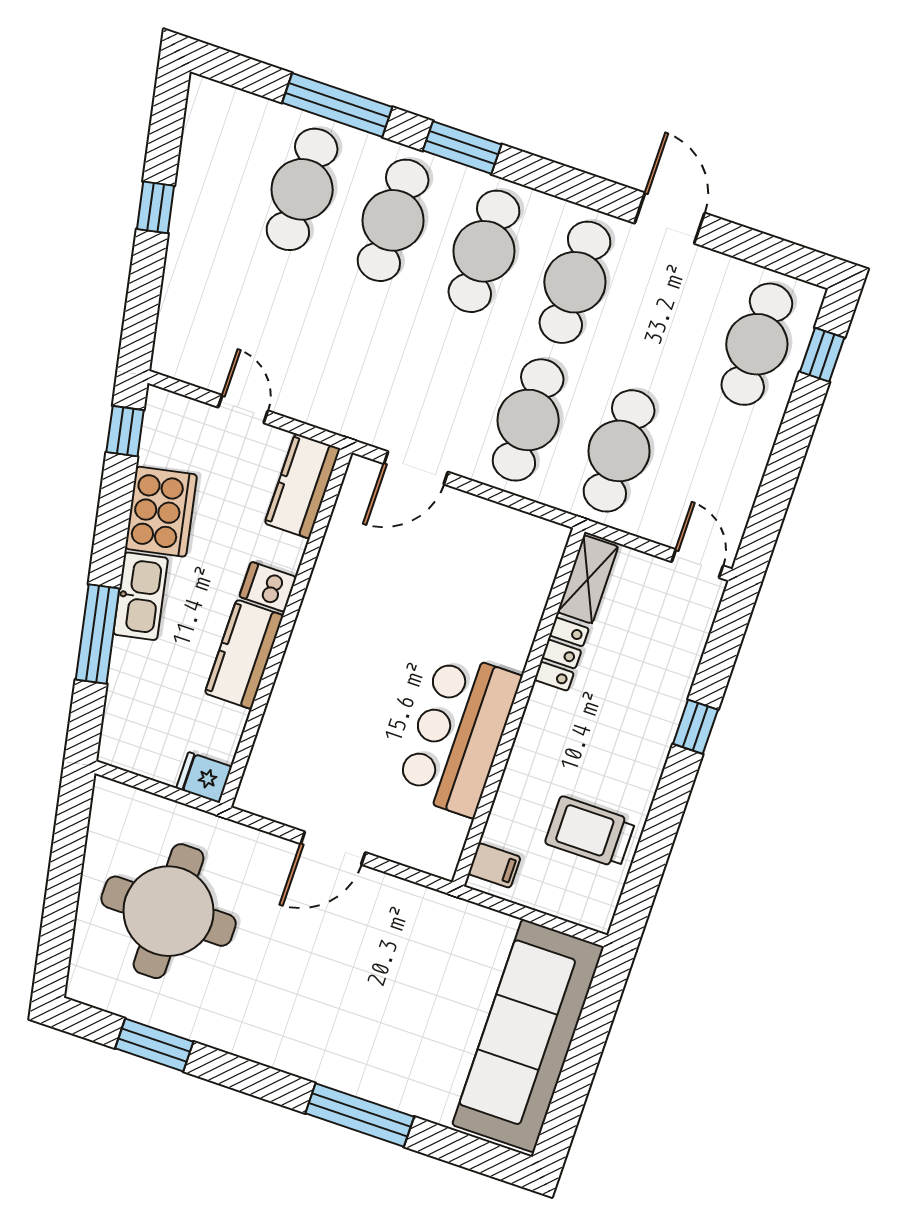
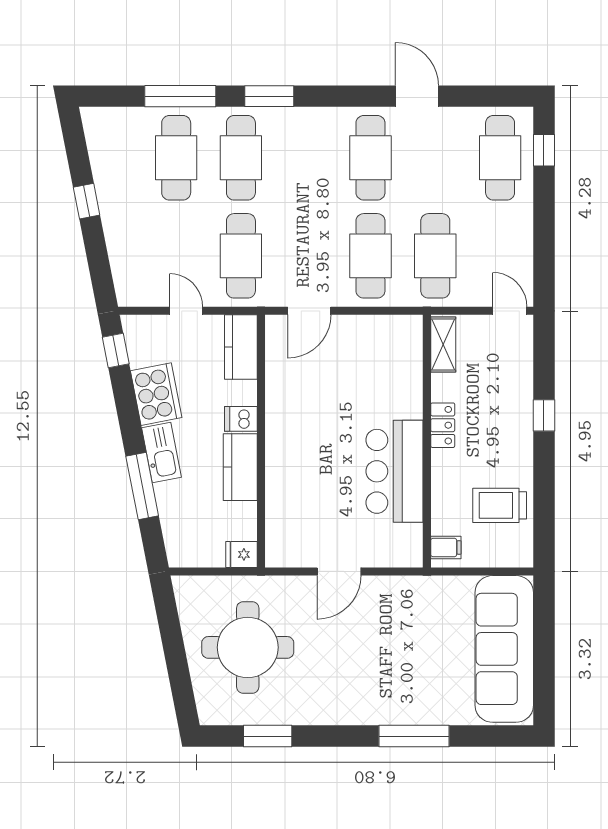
cafe table: (484, 251) -> (241, 256), moved
locker: (562, 654) -> (443, 425), moved

